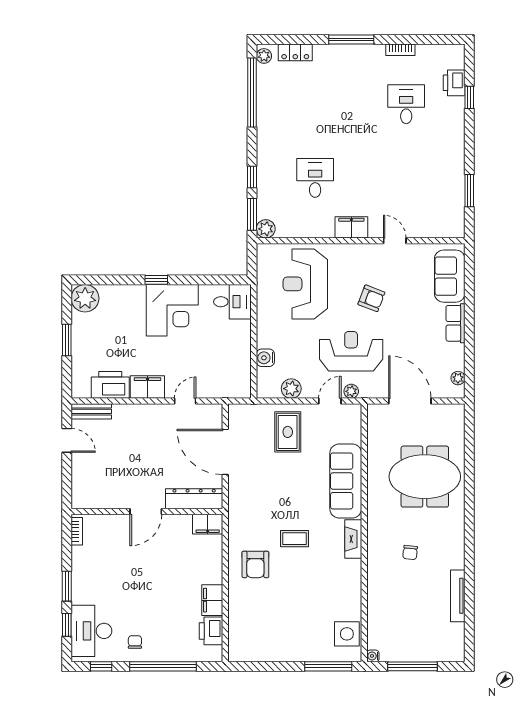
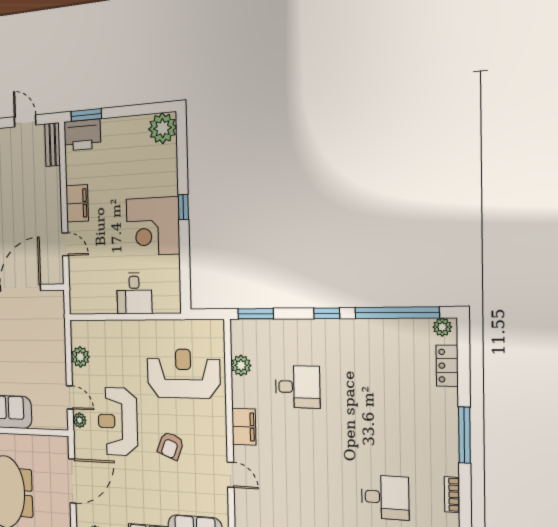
window: (252, 177) -> (327, 313), moved
plant: (266, 229) -> (241, 365), moved
door: (395, 241) -> (231, 475), hinge flipped
desk: (232, 302) -> (134, 293), moved
window: (67, 340) -> (86, 115), moved
reception desk: (351, 351) -> (118, 421), turned 180
water cooler: (265, 358) -> (109, 329), removed
printer: (110, 385) -> (82, 135), moved, turned 90
rug: (288, 432) -> (40, 353), removed
door: (67, 440) -> (25, 121), swing flipped

